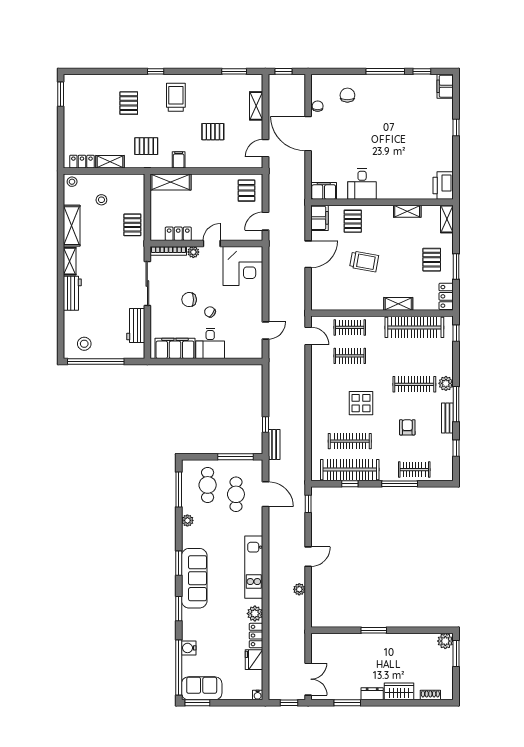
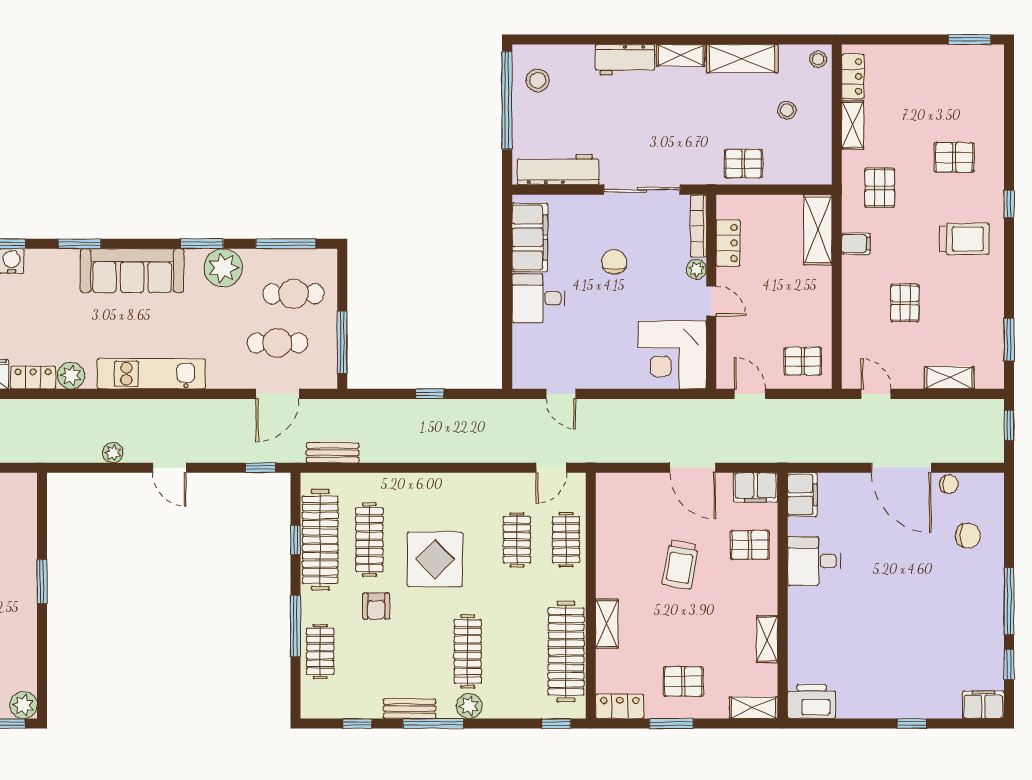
door: (308, 134) -> (901, 468), swing flipped
chair: (210, 312) -> (593, 298), removed
workbench: (136, 326) -> (558, 169), width x1.37
display table: (361, 403) -> (435, 559), width x1.36, depth x1.36
window: (265, 424) -> (430, 394), moved
armchair: (407, 427) -> (376, 606), moved, turned 90
bench: (274, 444) -> (333, 453), moved
plant: (187, 520) -> (223, 268), width x1.87, depth x1.87
window: (179, 563) -> (202, 244), moved

